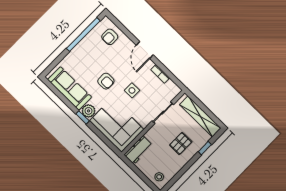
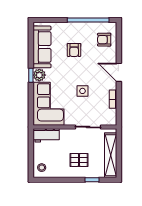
door: (145, 50) -> (119, 72), hinge flipped
armchair: (106, 81) -> (74, 50), moved

